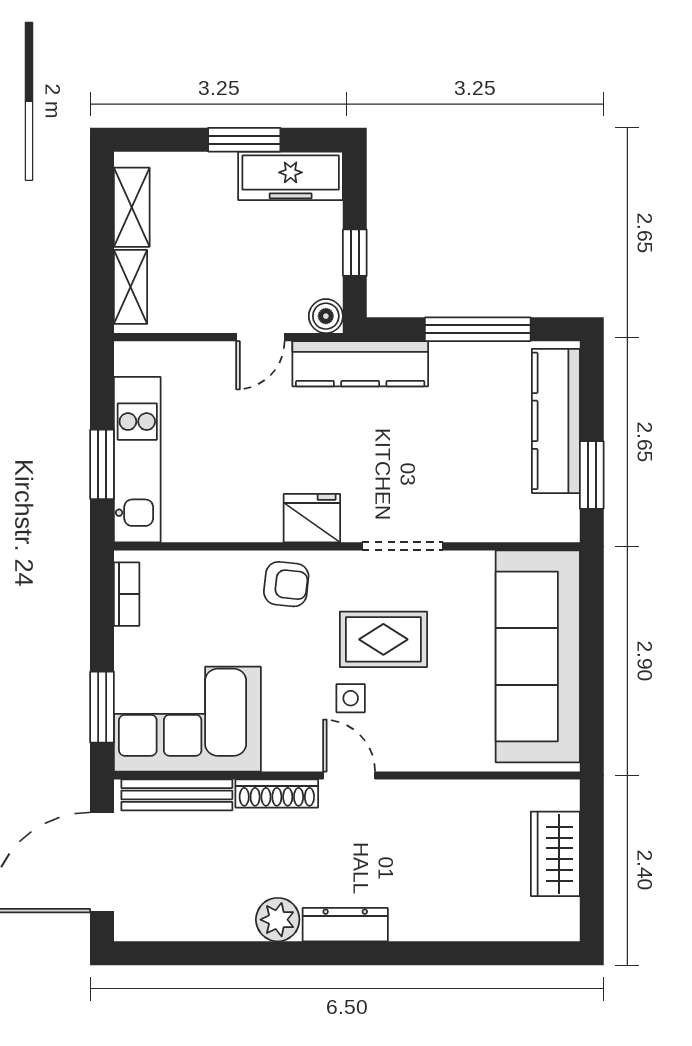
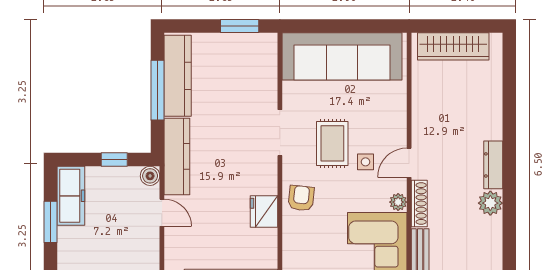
kitchen counter: (556, 421) -> (178, 76), moved, turned -90
fridge: (312, 518) -> (264, 211), moved
plant: (279, 756) -> (398, 202), added
wardrobe: (555, 854) -> (453, 46), width x1.50

